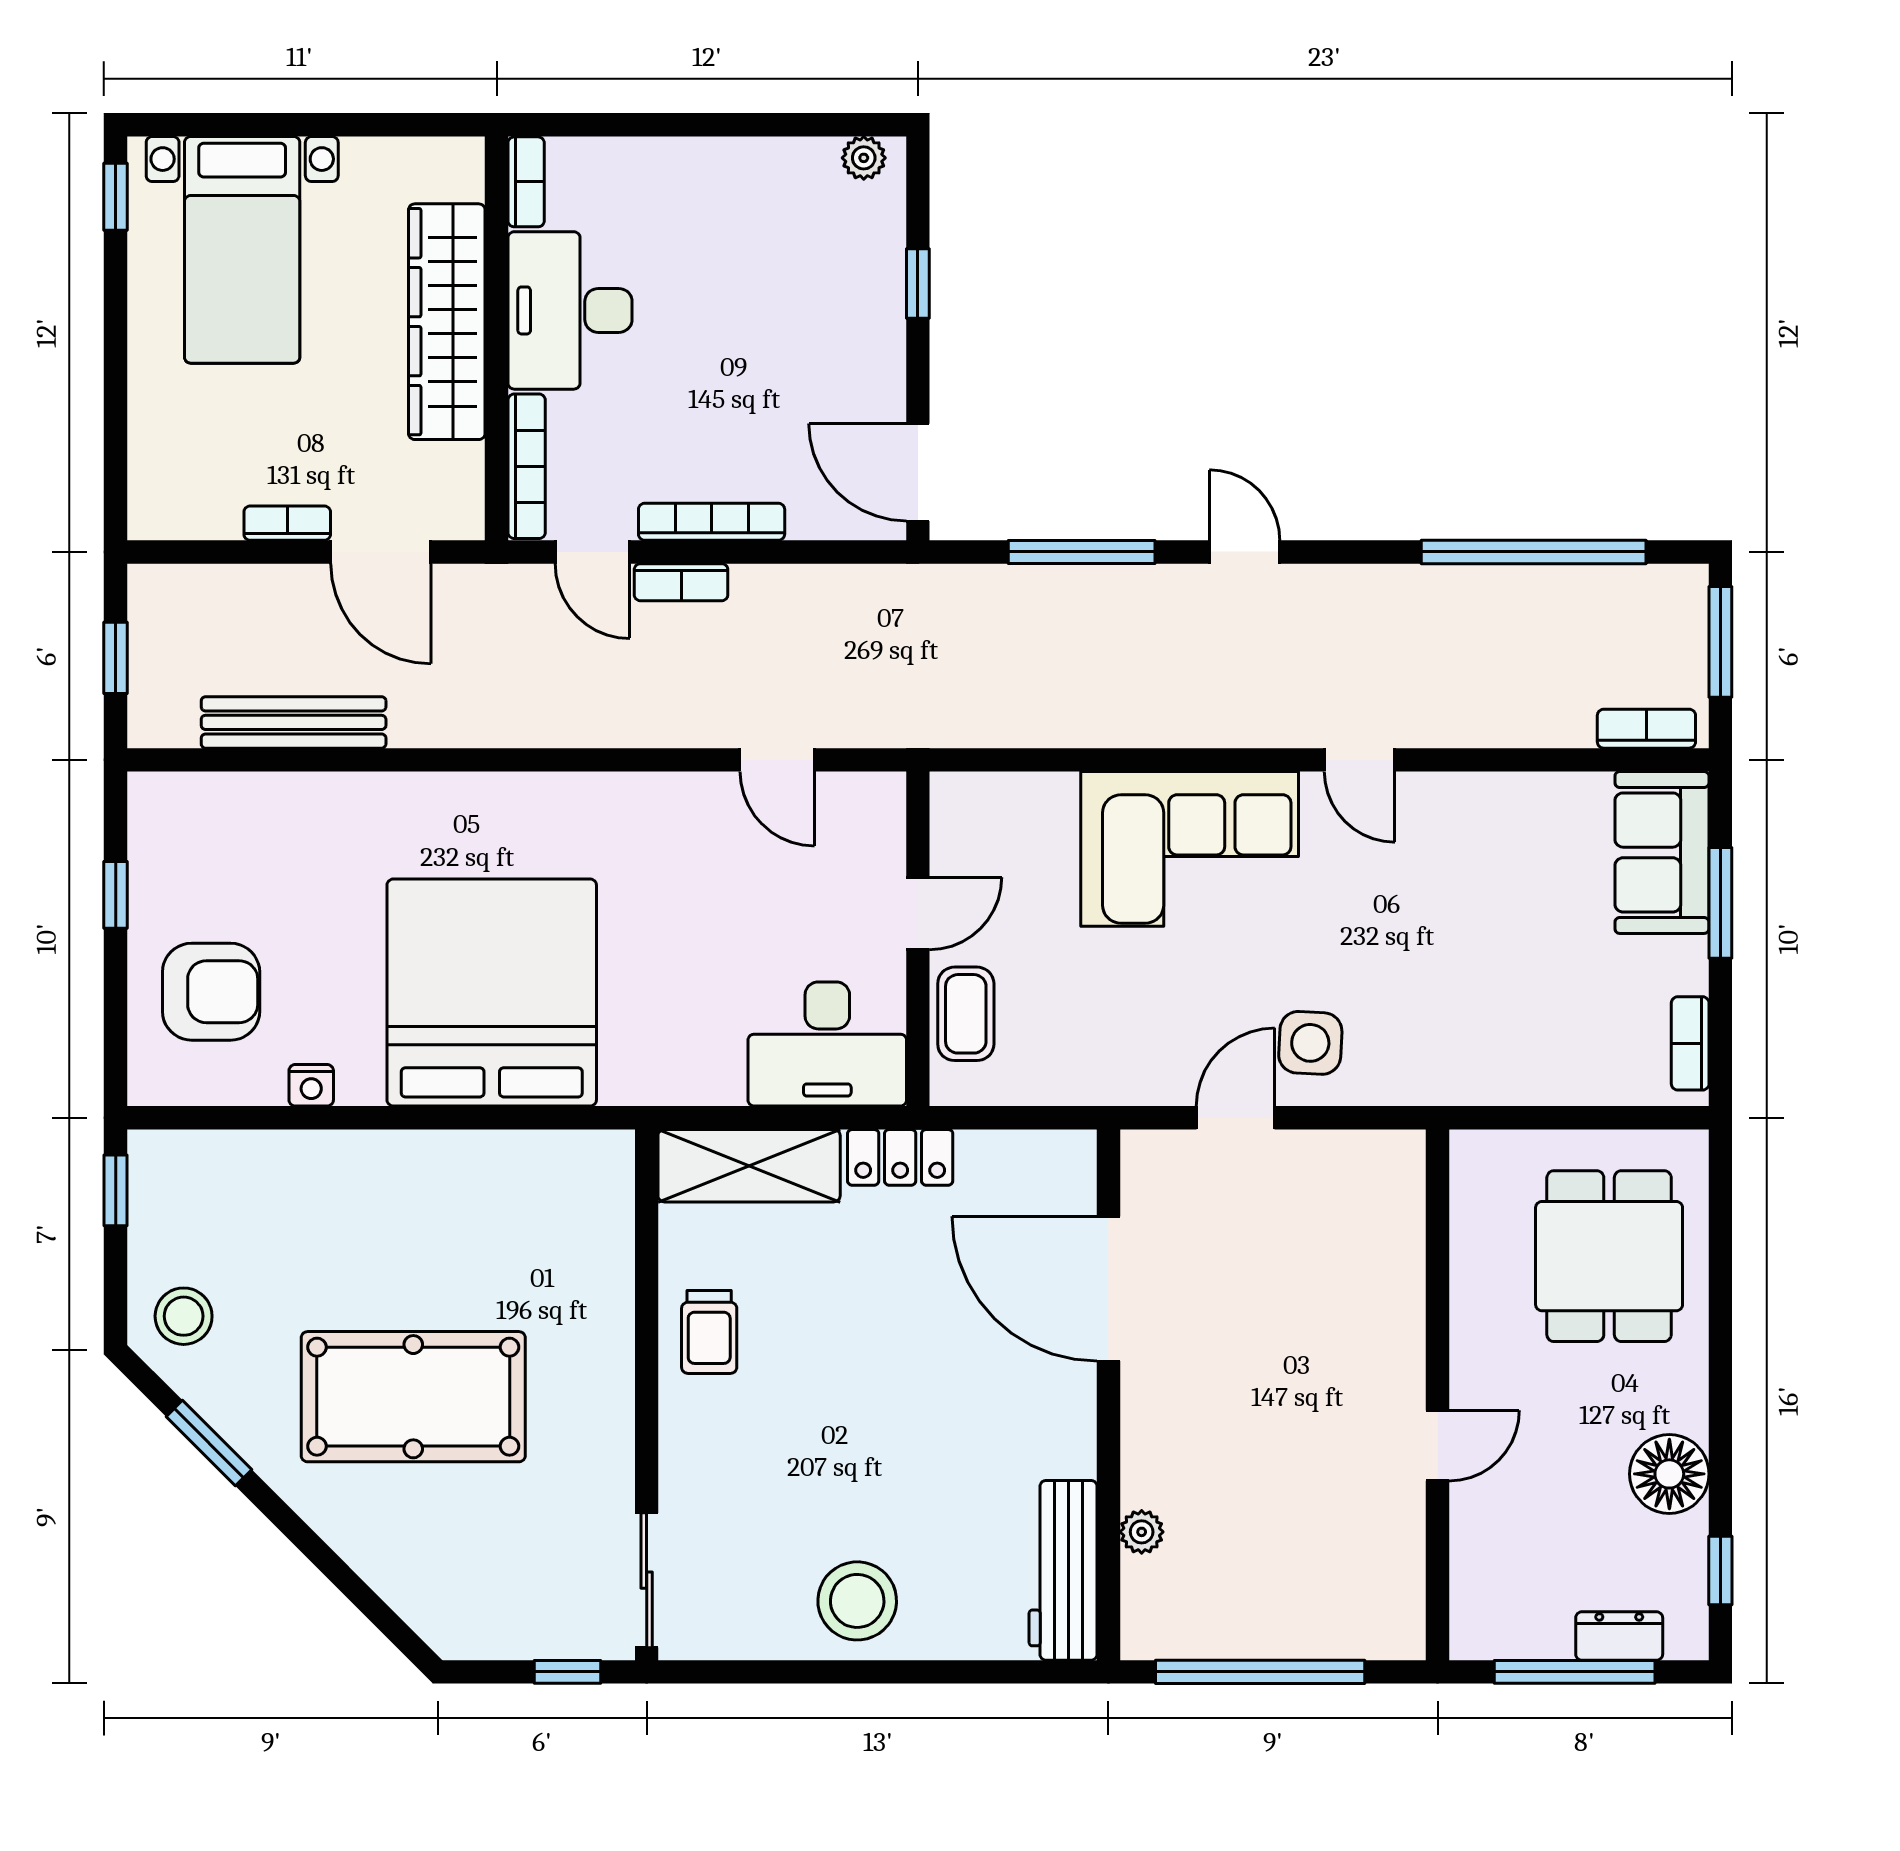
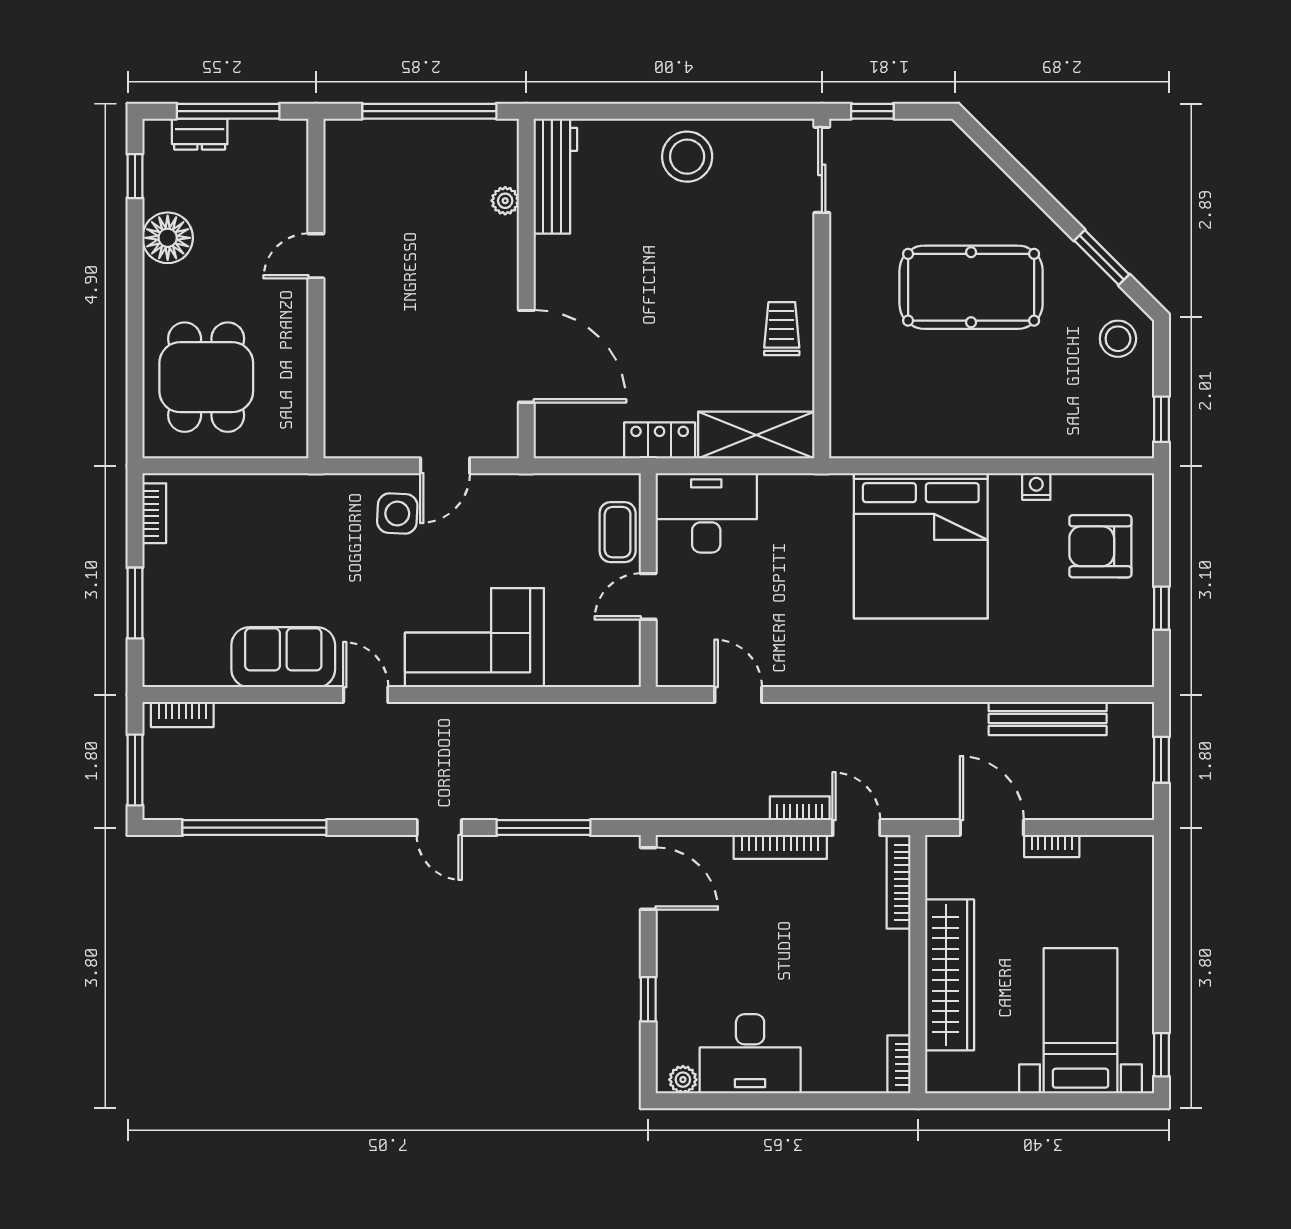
desk: (570, 310) -> (750, 1054), moved, turned 90
sofa: (1662, 852) -> (283, 657), moved, turned -90

